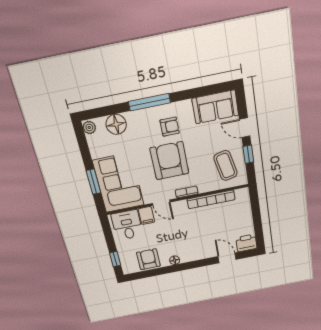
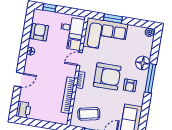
floor lamp: (116, 124) -> (143, 63), moved
door: (227, 258) -> (19, 80), moved
armchair: (148, 259) -> (39, 32), turned -90

